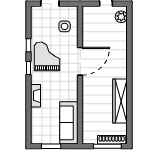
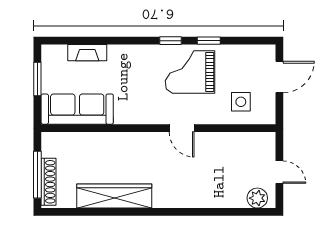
grand piano: (47, 56) -> (190, 72), turned 180
door: (80, 61) -> (182, 128), width x0.53
fireplace: (36, 96) -> (87, 53), moved

